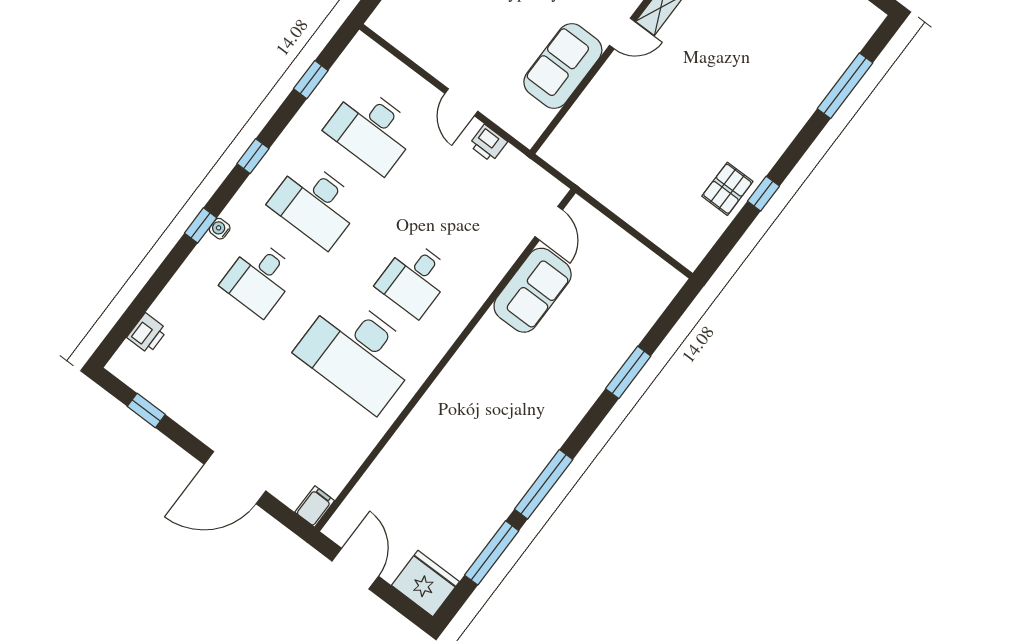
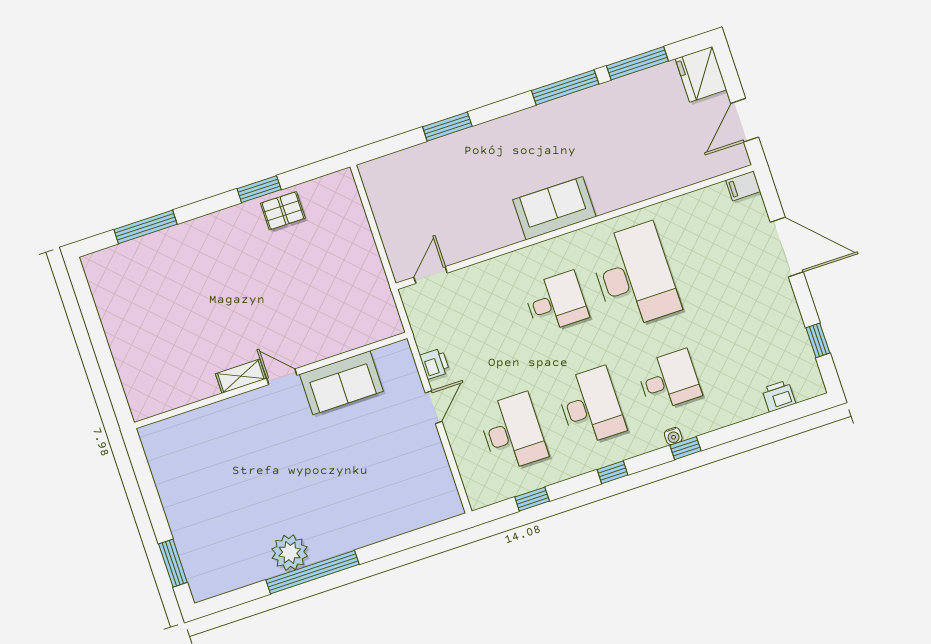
window: (763, 194) -> (259, 189), width x1.50
sofa: (533, 290) -> (554, 208), moved

